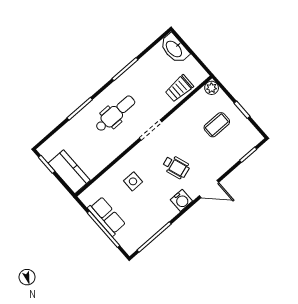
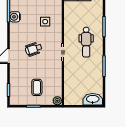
trolley: (179, 89) -> (71, 84), removed
water cooler: (181, 200) -> (15, 17), moved

